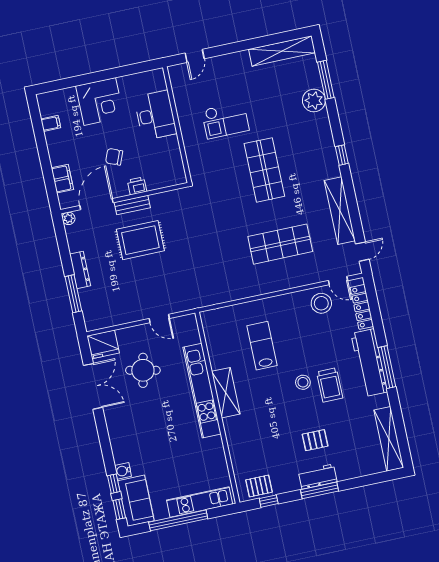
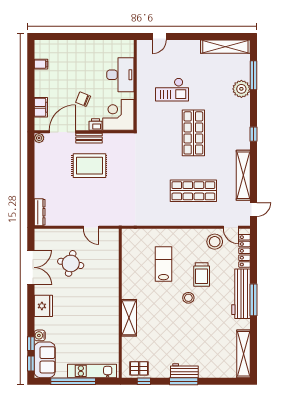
corner desk: (100, 101) -> (118, 115), moved, turned 180
dresser: (80, 270) -> (40, 212), moved
window: (73, 294) -> (31, 195), removed
fridge: (103, 344) -> (43, 306), moved, turned -90
trolley: (330, 385) -> (202, 275), moved
kitchen unit: (202, 391) -> (112, 288), removed
shelving: (226, 393) -> (129, 318), moved
pallet: (315, 440) -> (188, 343), removed

